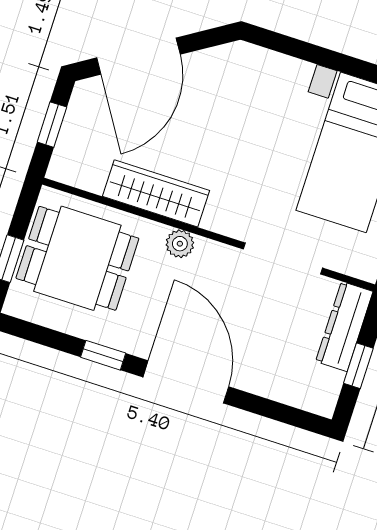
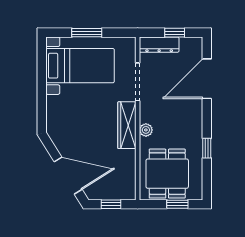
wardrobe: (156, 193) -> (127, 125), moved
door: (186, 382) -> (207, 79), moved

